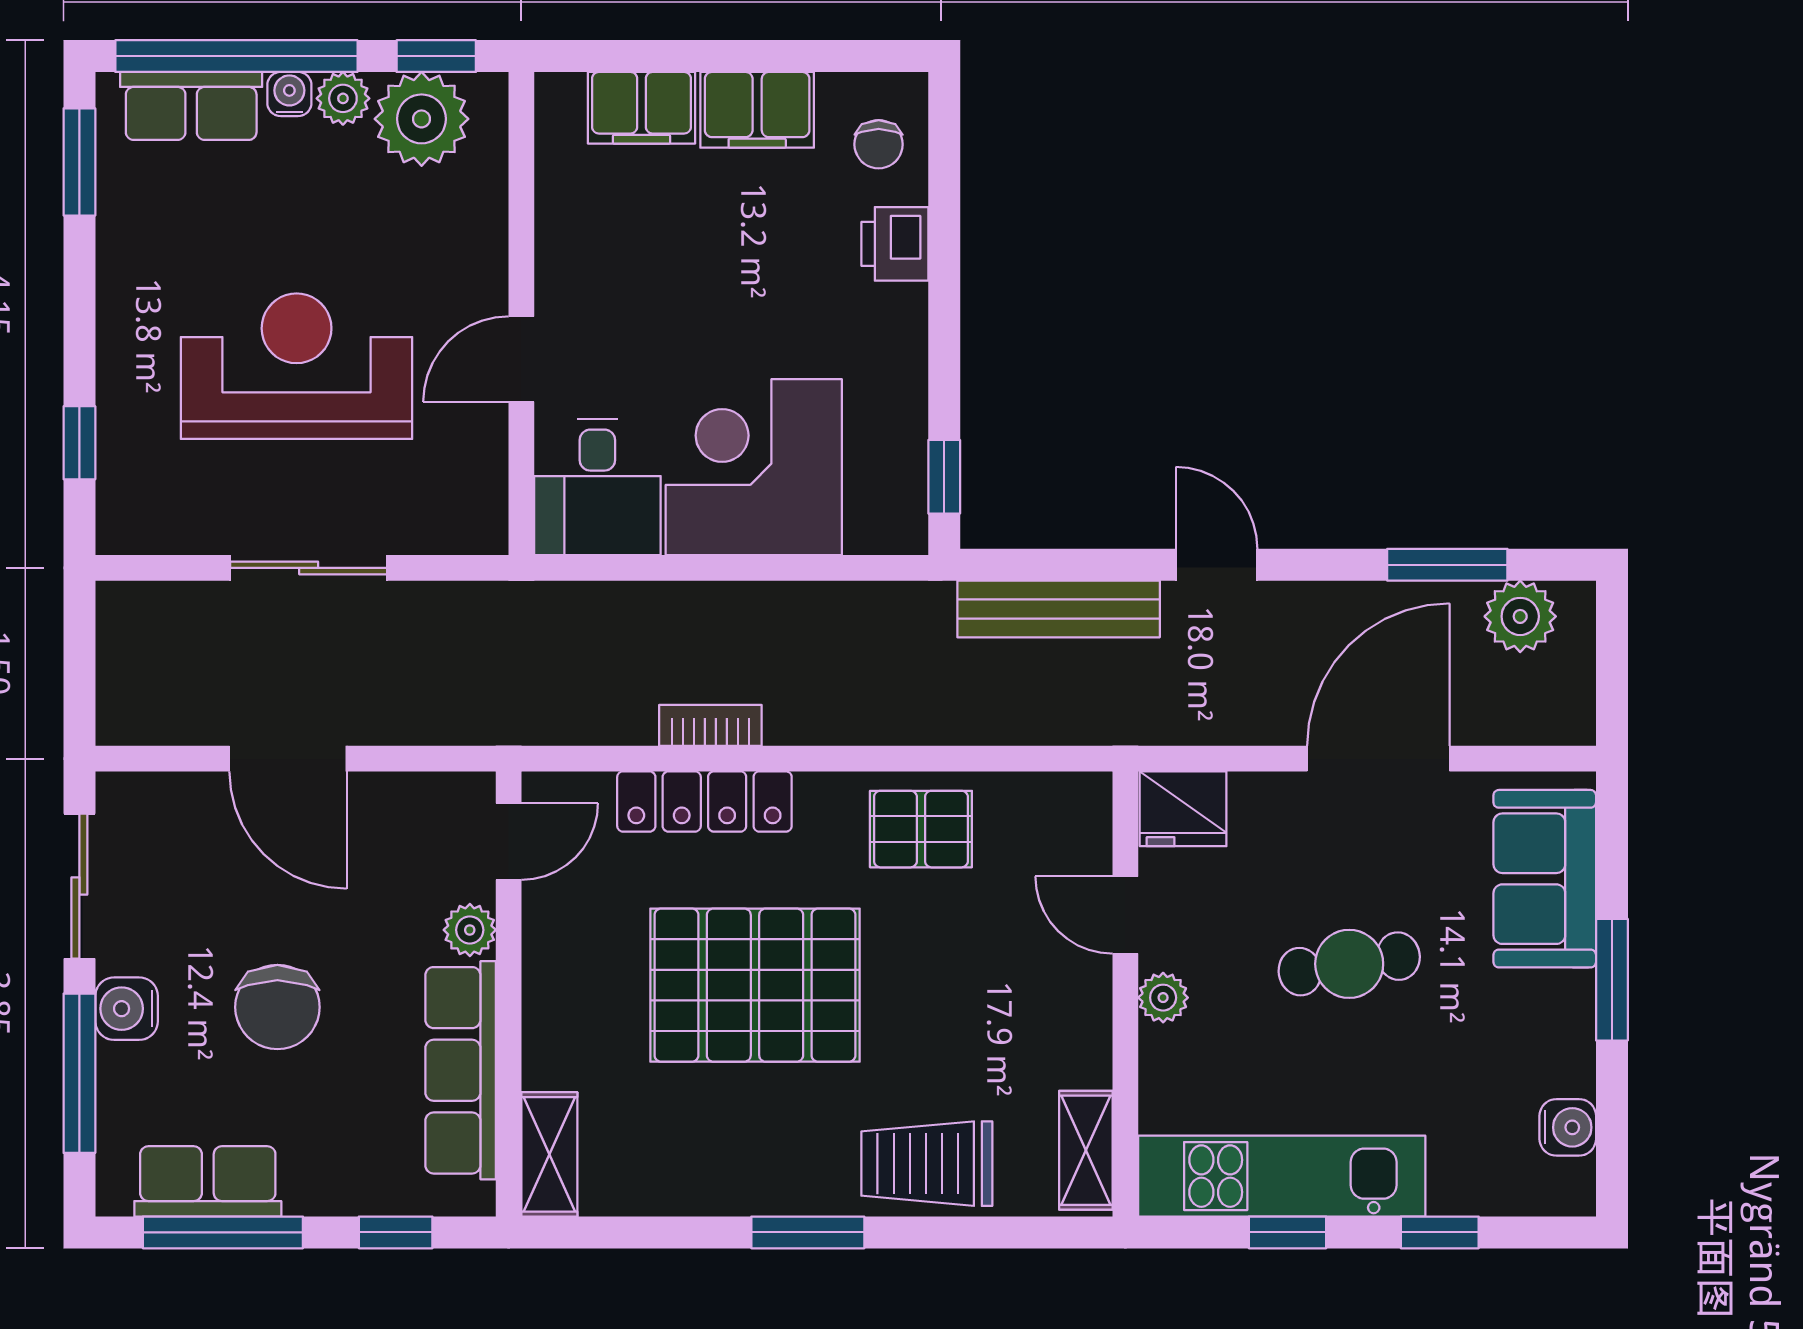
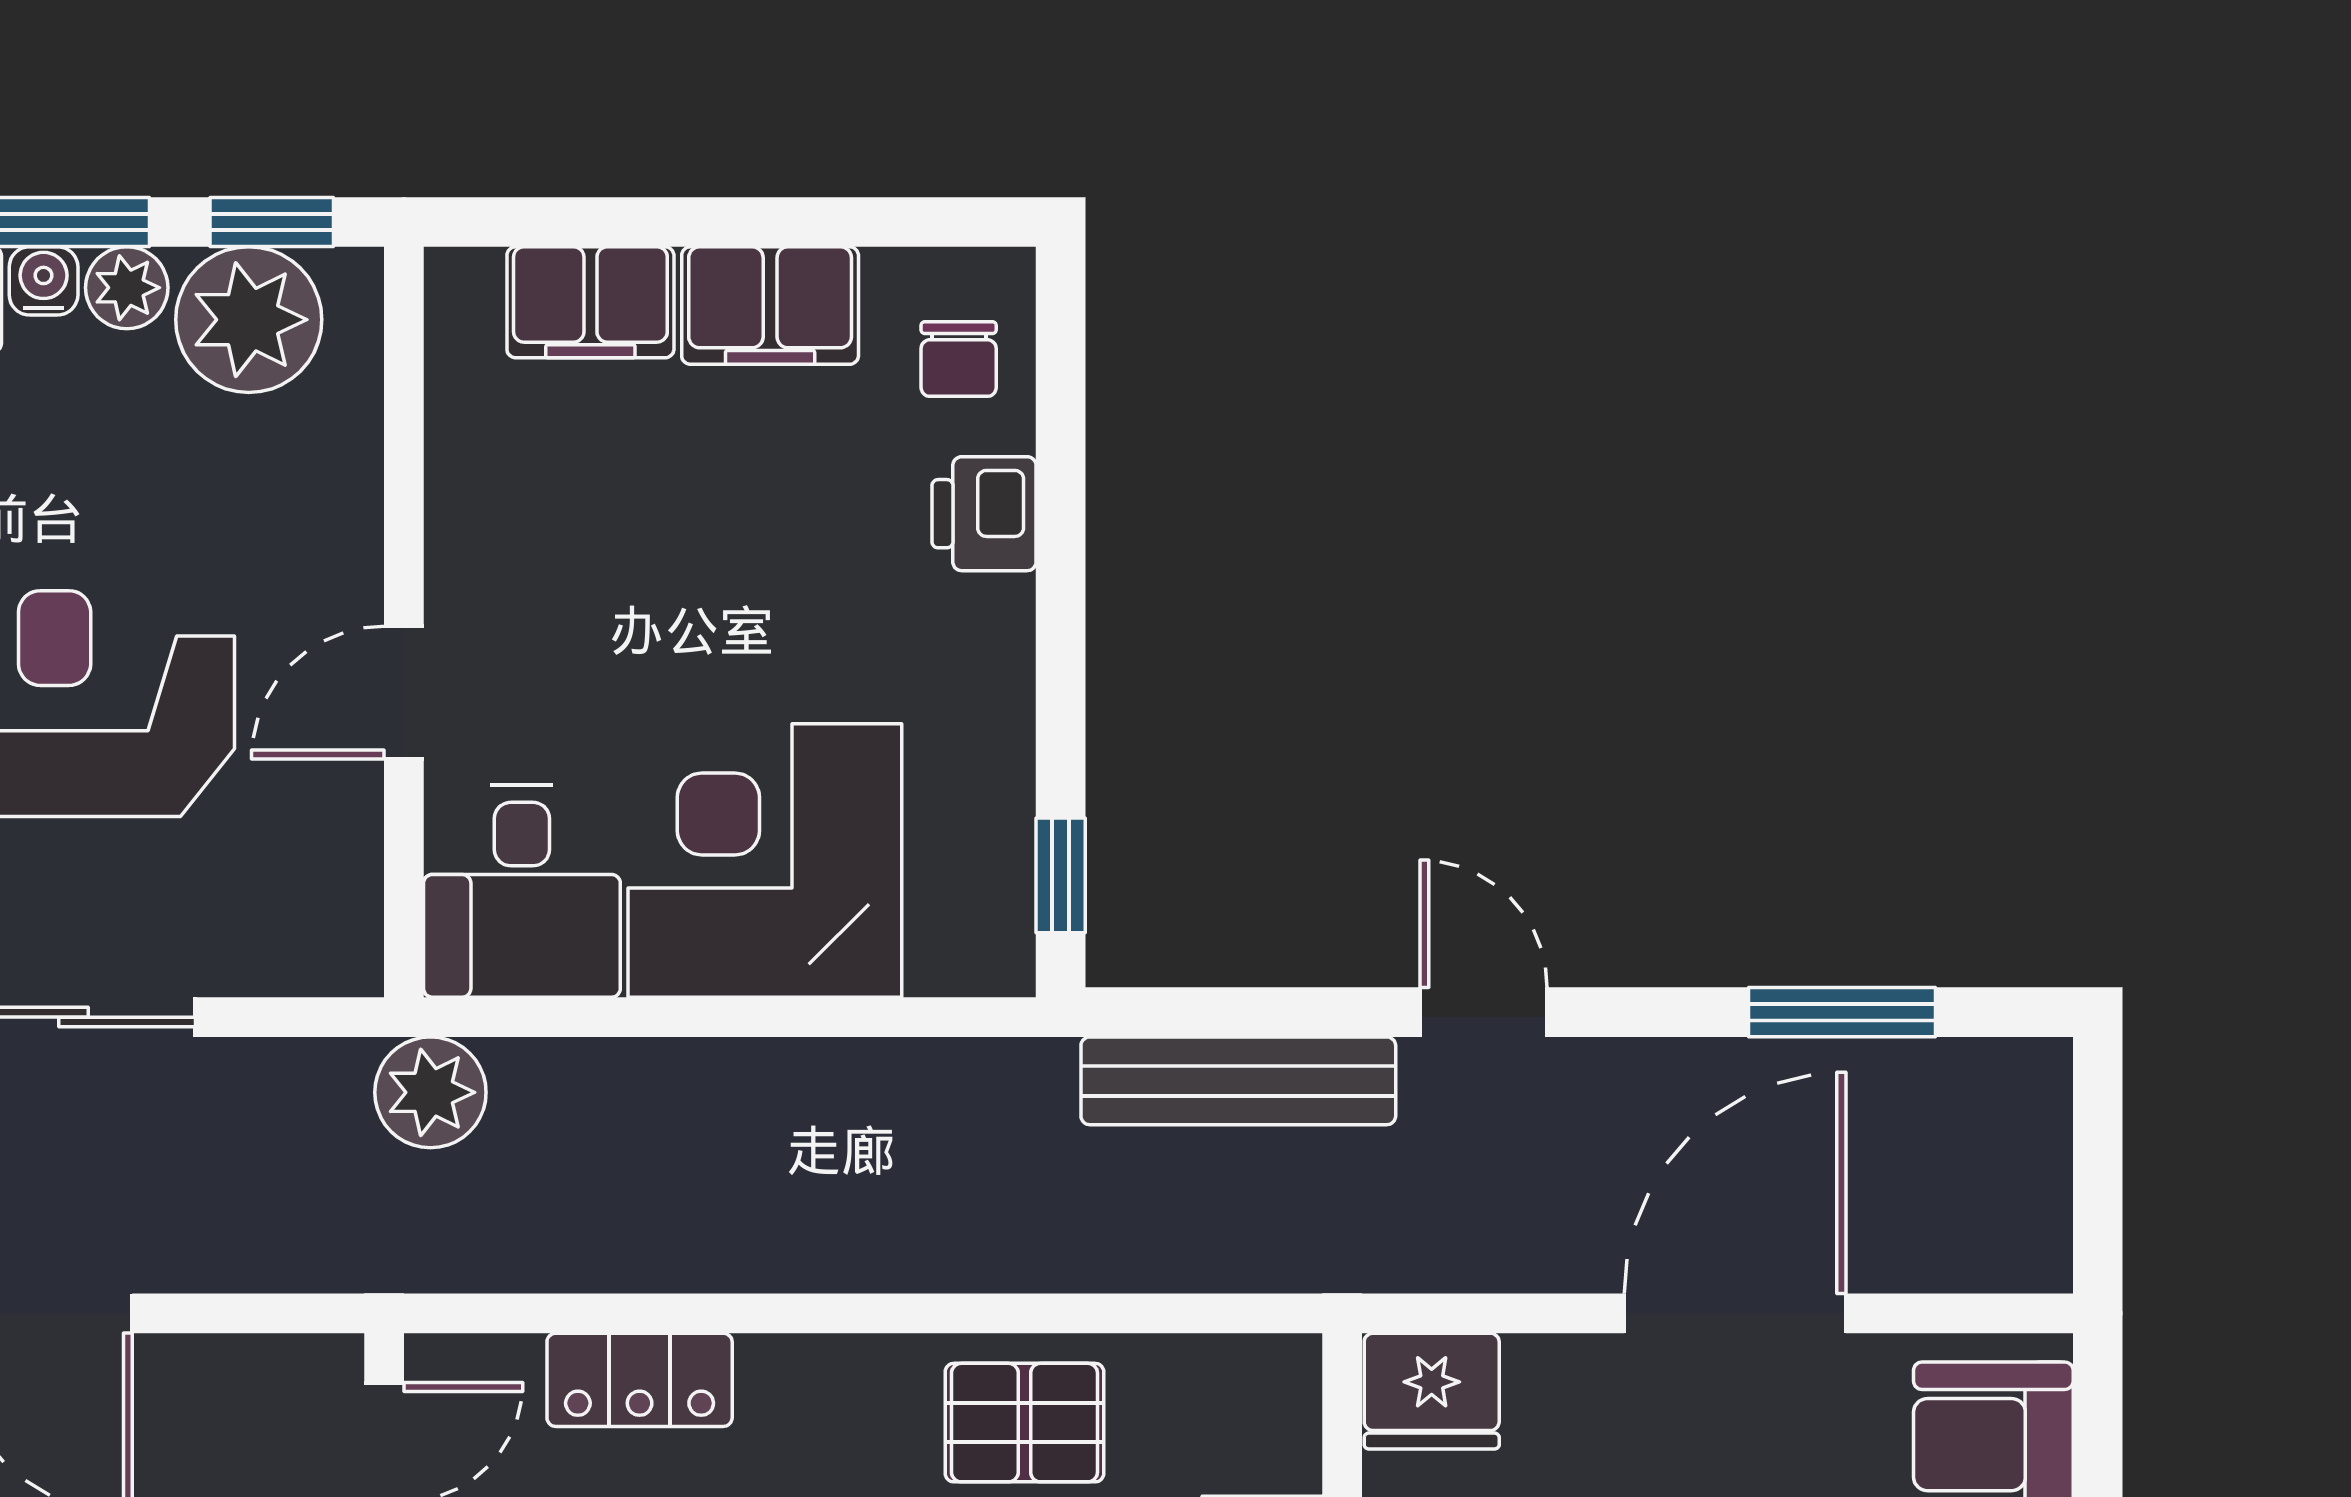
plant: (1520, 616) -> (430, 1092), moved
bookcase: (710, 725) -> (697, 1262), removed
locker: (704, 801) -> (640, 1380), width x0.66

